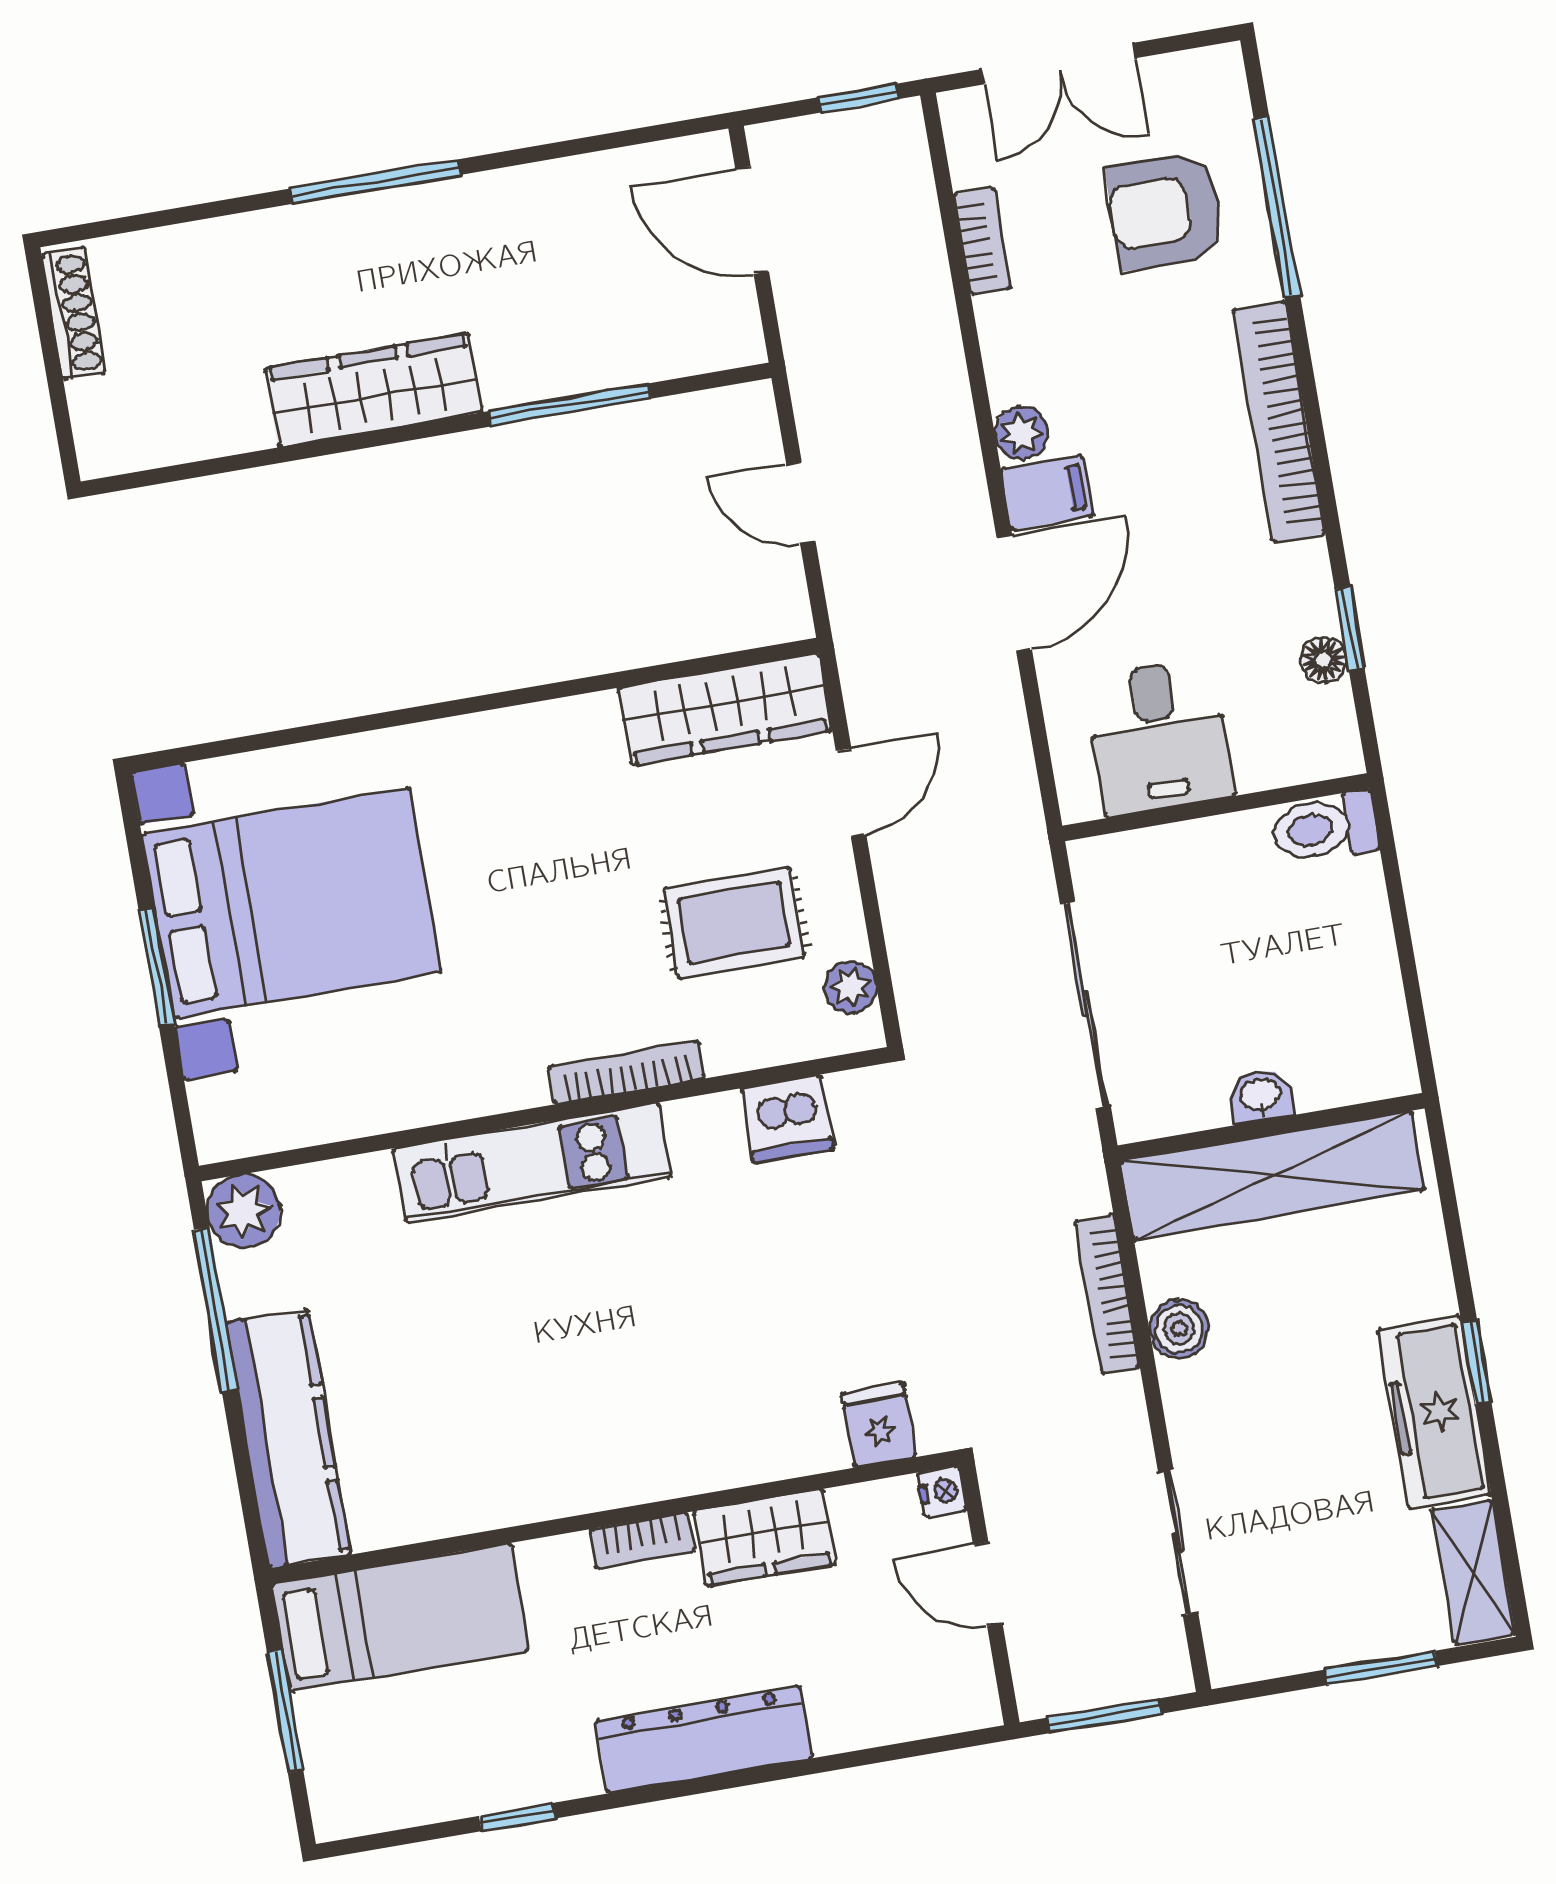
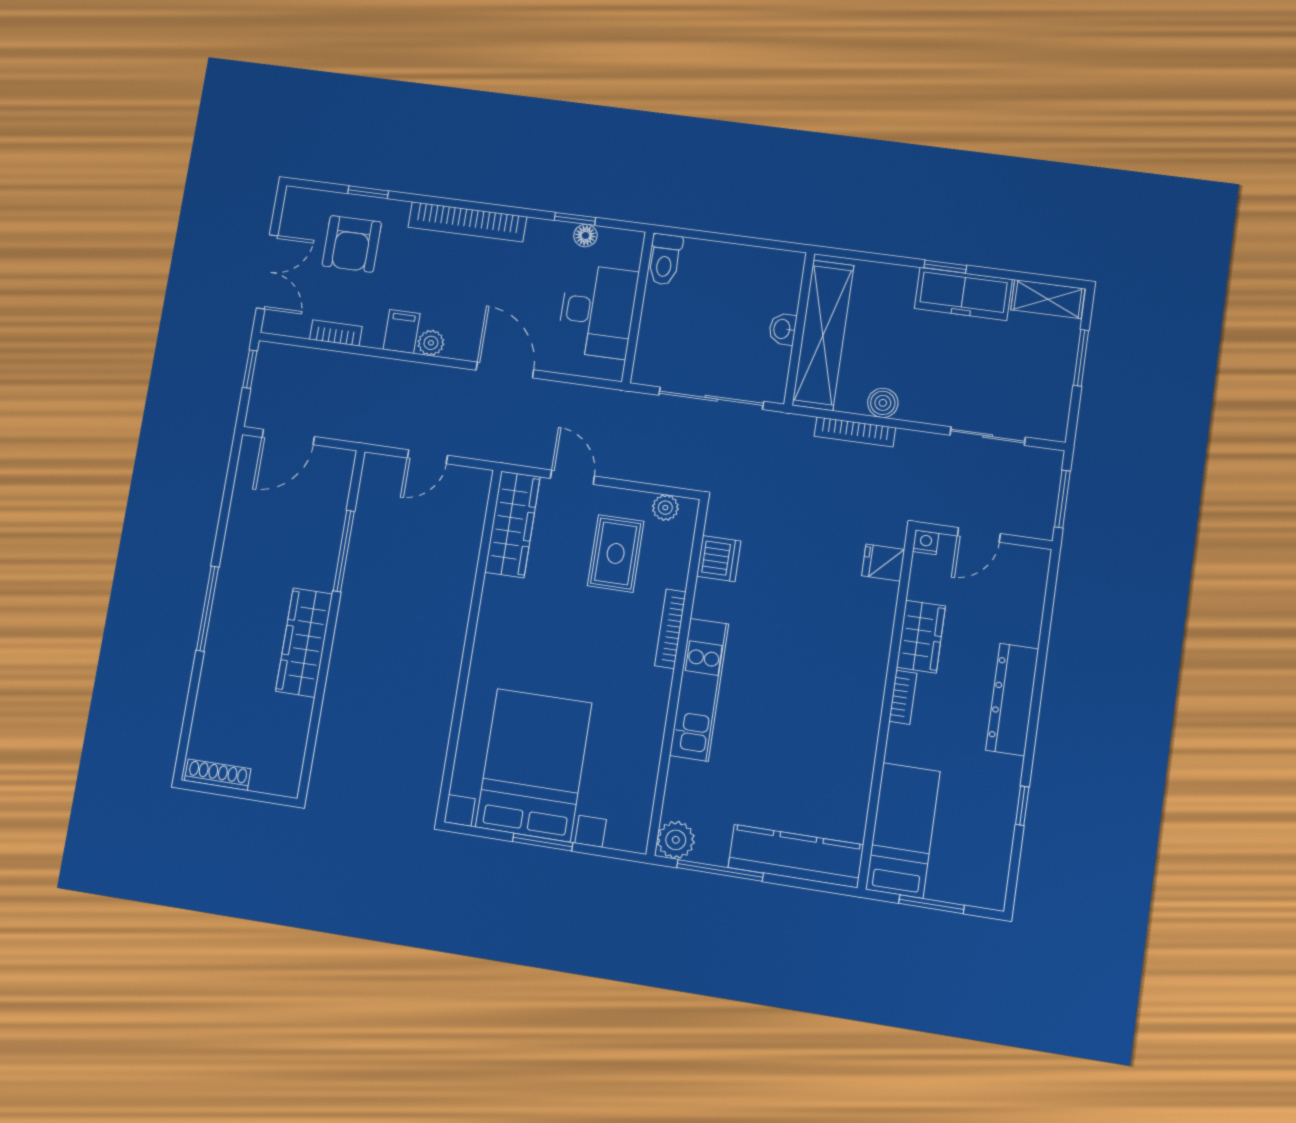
window: (1277, 207) -> (368, 192), width x0.46
filing cabinet: (1047, 492) -> (402, 331), moved
desk: (1159, 737) -> (597, 311), width x1.37

